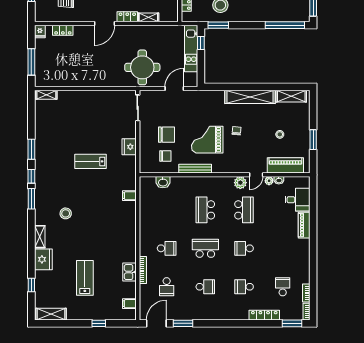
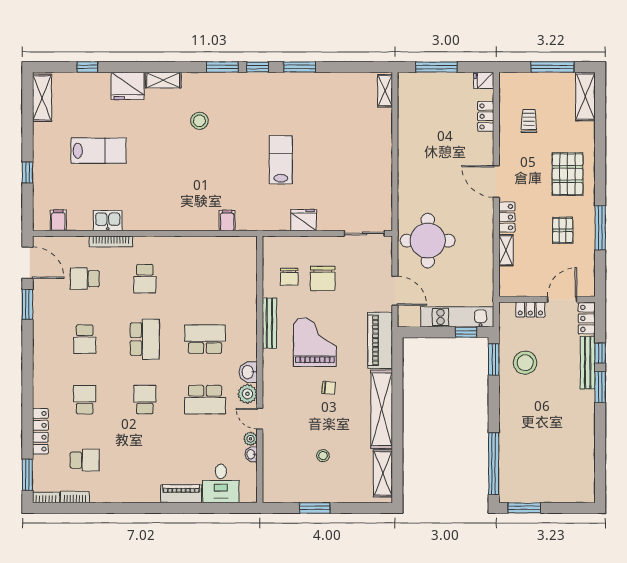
piano: (285, 165) -> (380, 340), moved, turned 180
washbasin: (163, 182) -> (248, 372), moved

